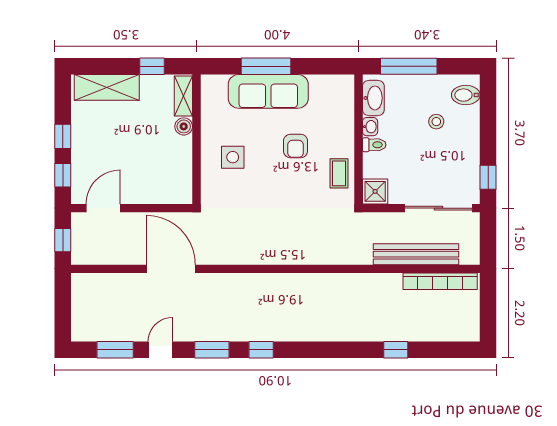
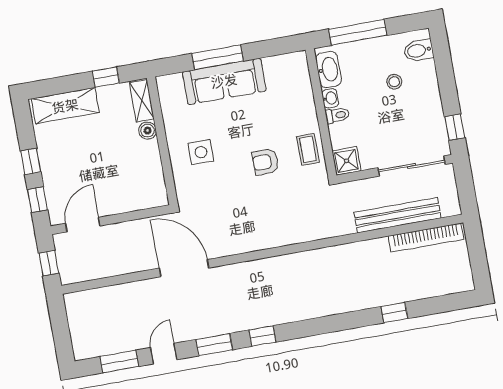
armchair: (296, 146) -> (265, 162), moved, turned 90
door: (171, 269) -> (184, 268), moved

